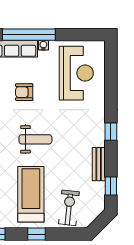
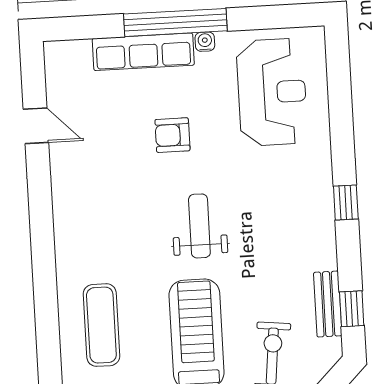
weight bench: (35, 139) -> (199, 226), turned -90
bench: (99, 164) -> (328, 304), moved

